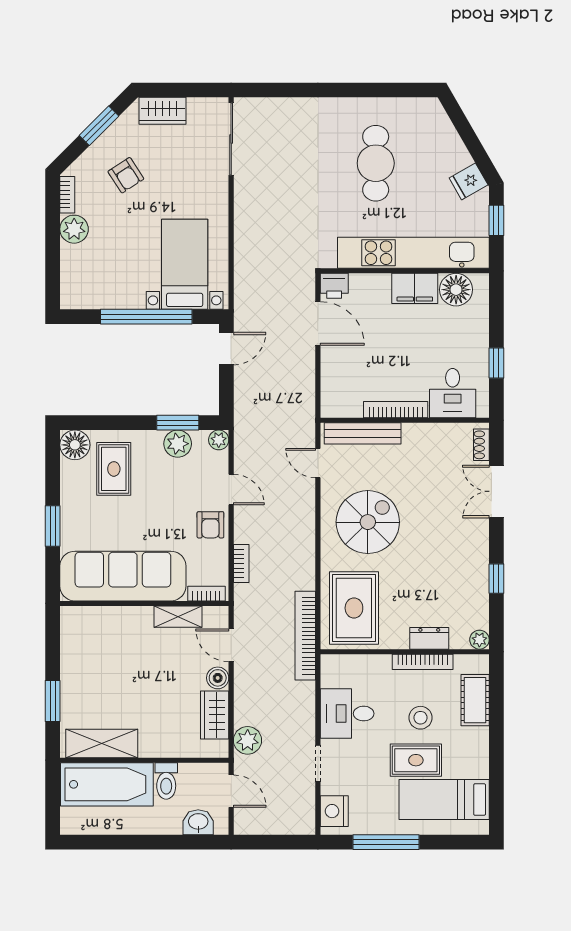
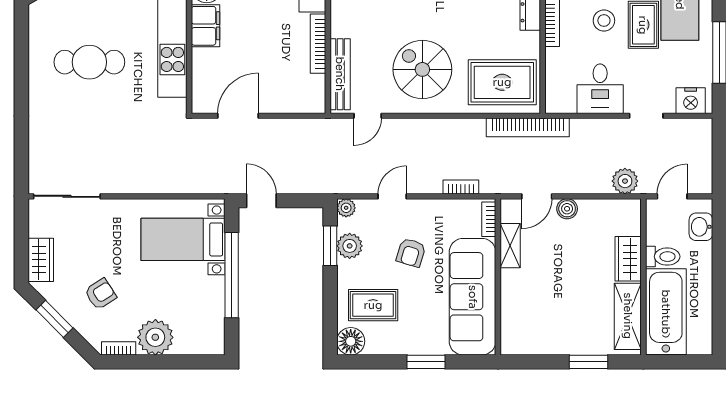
plant: (74, 229) -> (155, 337), width x1.36, depth x1.36
printer: (334, 286) -> (203, 101), removed
armchair: (210, 525) -> (411, 253), moved, turned 107
wardrobe: (215, 715) -> (628, 259), moved, turned 90

